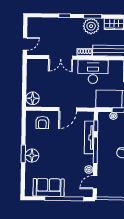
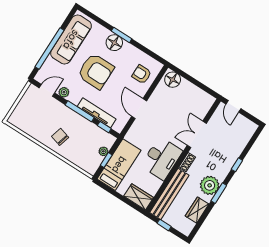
armchair: (60, 156) -> (96, 71), added
door: (95, 182) -> (47, 90), hinge flipped
sofa: (49, 187) -> (71, 40), width x1.36

